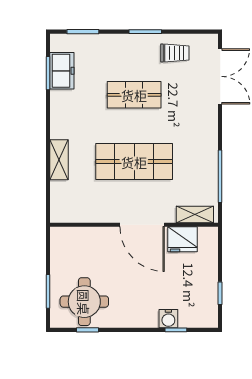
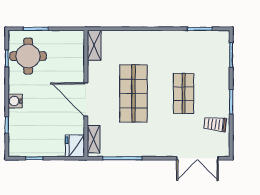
trolley: (175, 53) -> (215, 124), turned 96
freezer: (62, 71) -> (202, 39), removed
shelving: (59, 160) -> (94, 45), moved, turned 90
door: (142, 225) -> (86, 100), hinge flipped
fridge: (183, 239) -> (75, 146), moved
water cooler: (168, 319) -> (15, 101), moved

